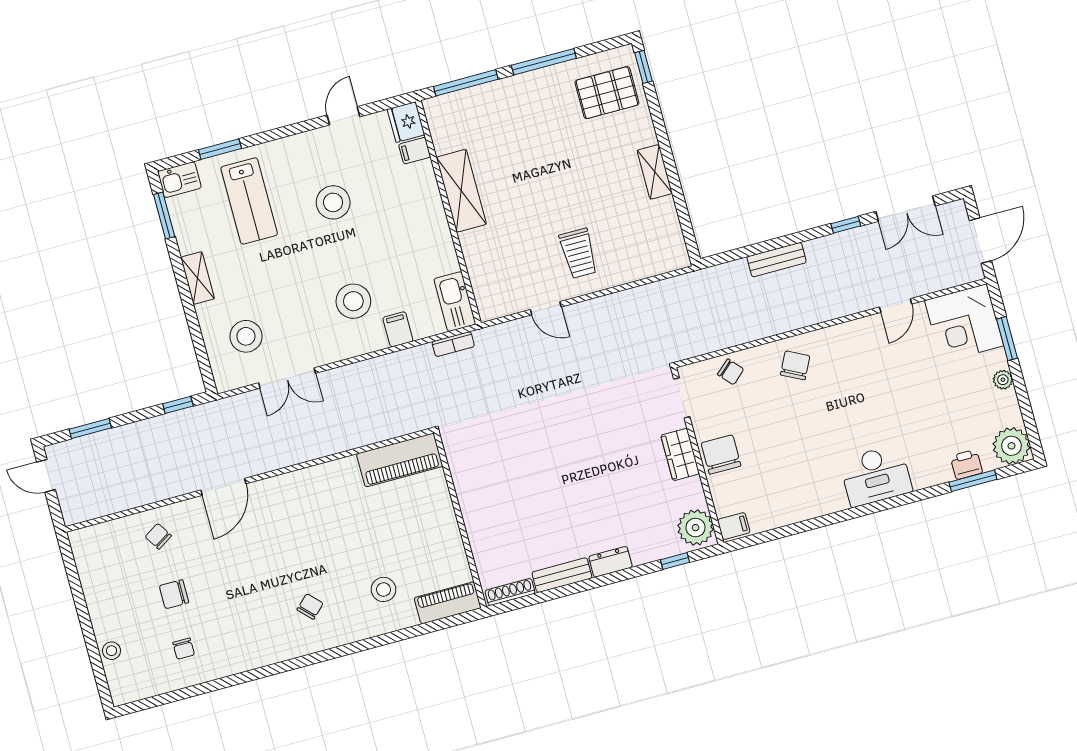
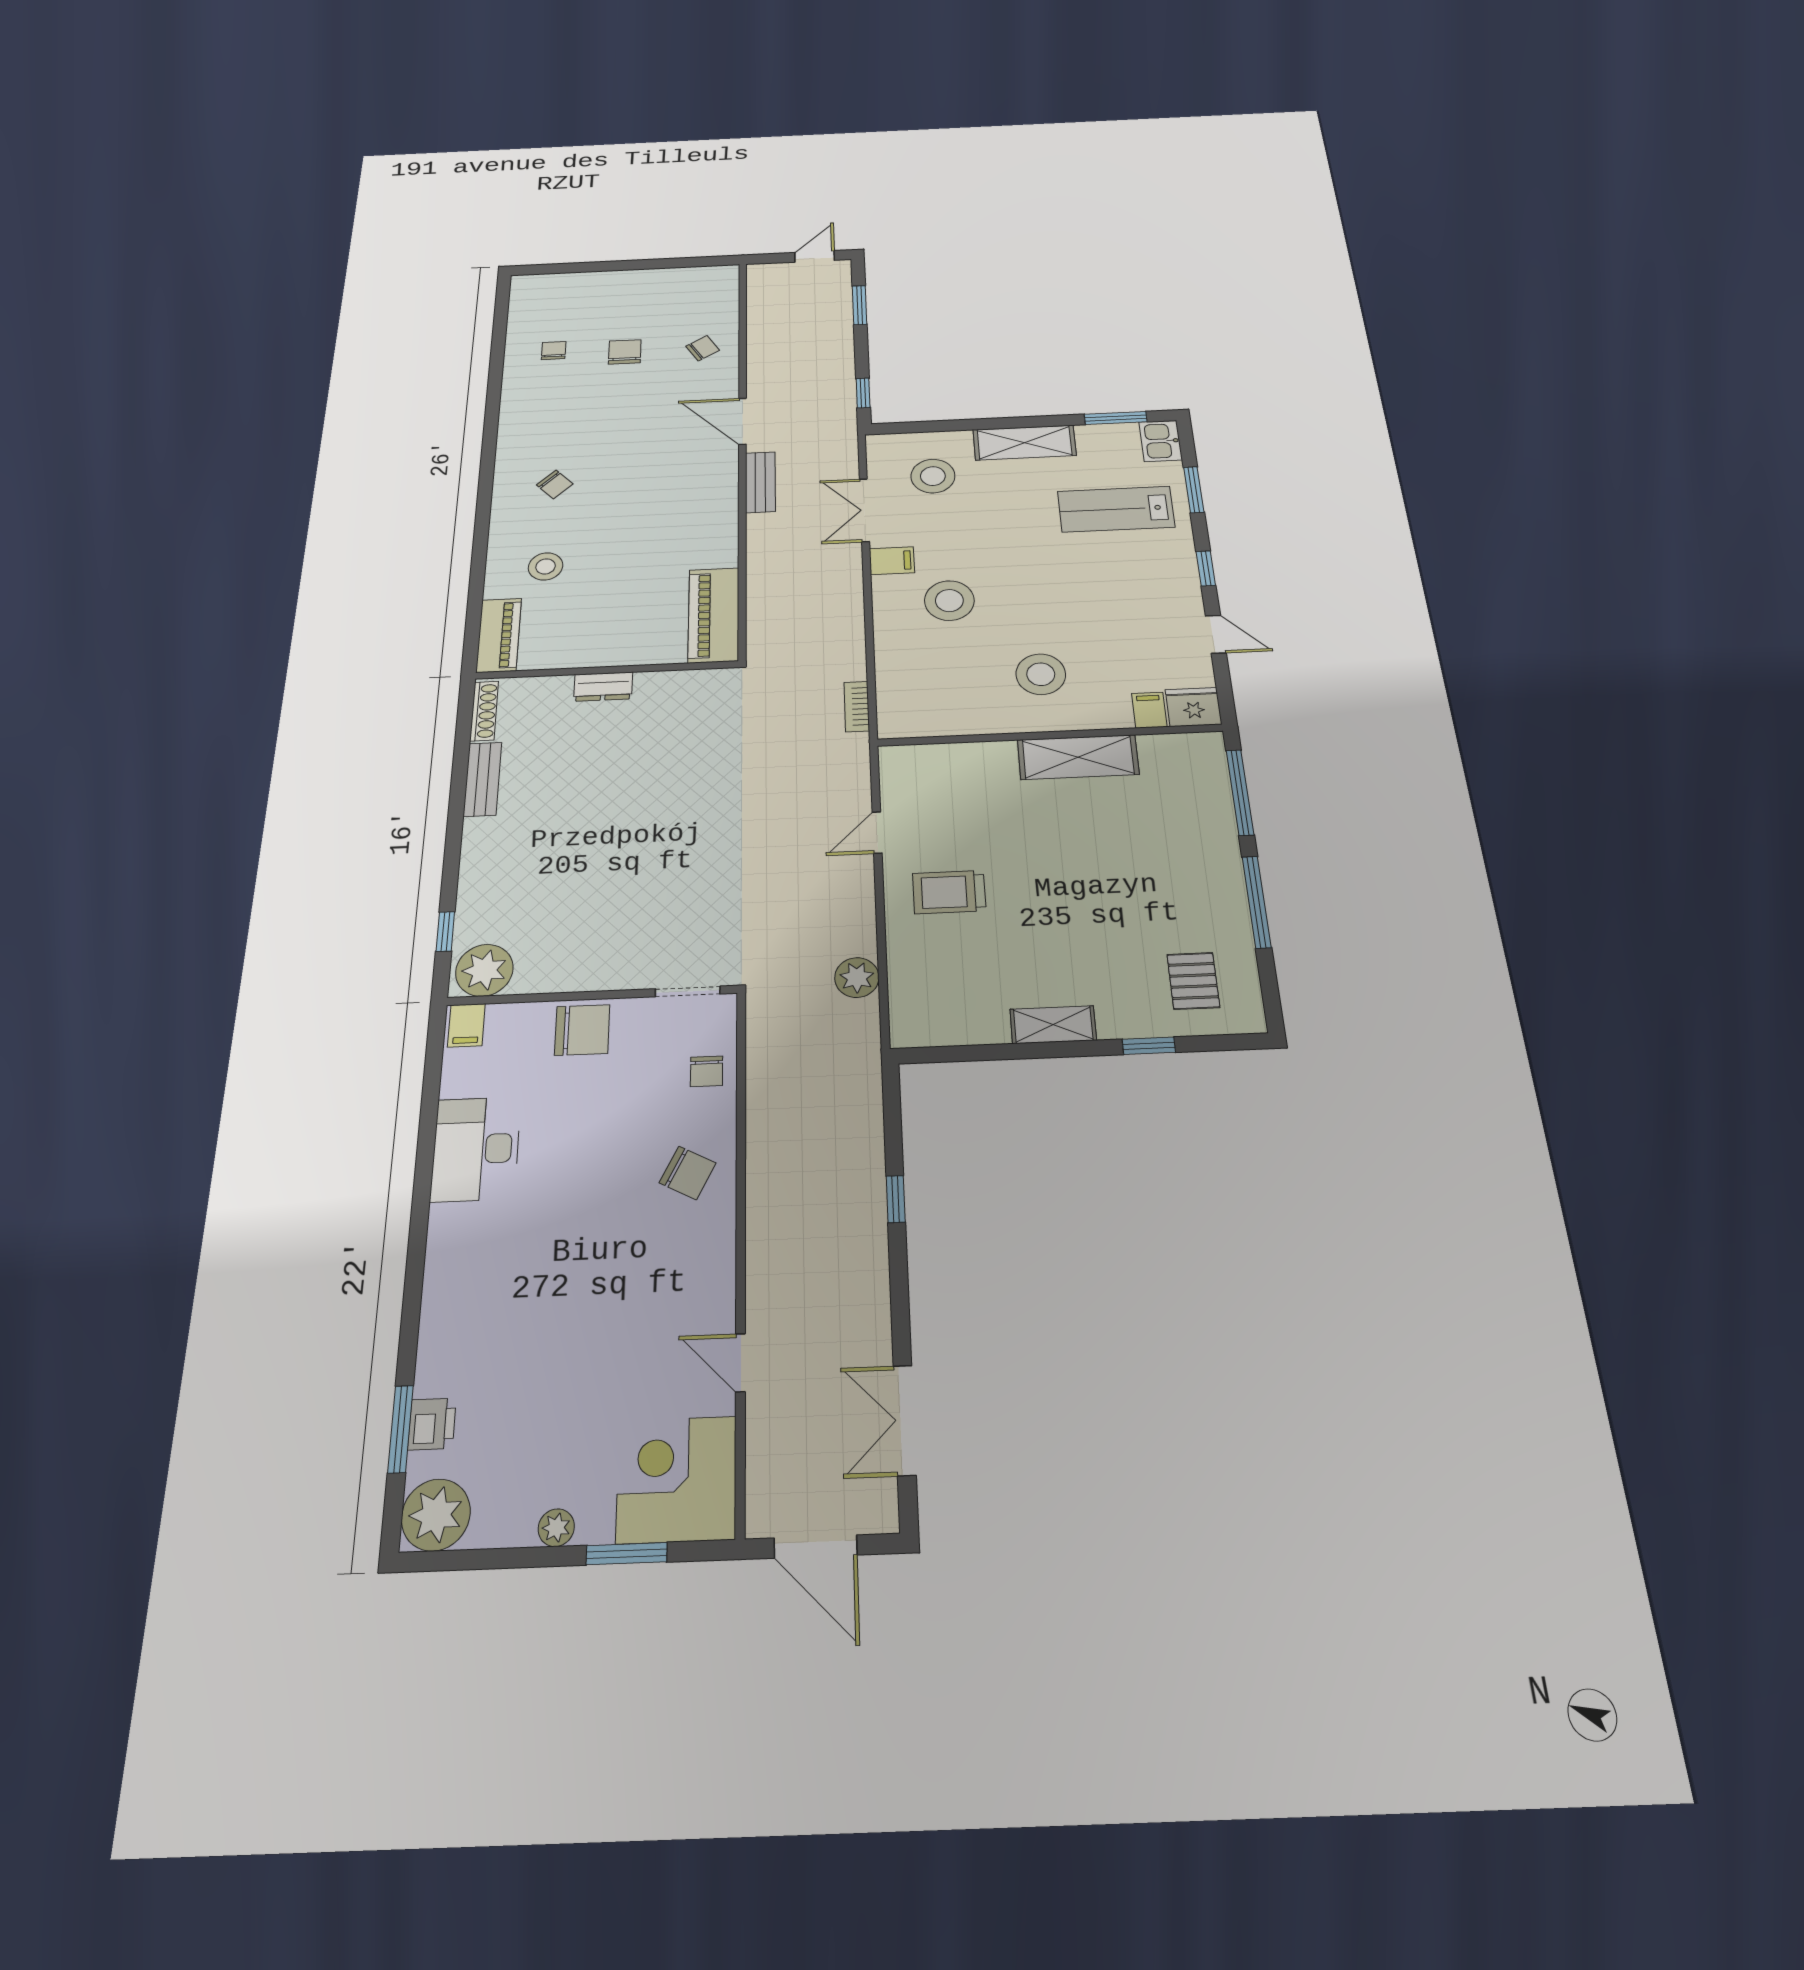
window: (643, 67) -> (1149, 1046), moved
pallet: (607, 93) -> (1193, 981), width x0.67, depth x0.71
window: (289, 131) -> (1206, 568), added
stool: (333, 202) -> (1041, 674), moved
window: (846, 225) -> (896, 1199), moved
bench: (777, 260) -> (760, 482), moved
shelving: (198, 278) -> (1024, 443), width x1.50, depth x1.33
plant: (650, 297) -> (857, 978), added
kitchen sink: (455, 302) -> (917, 720), removed
filing cabinet: (398, 329) -> (892, 561), moved
chair: (731, 372) -> (707, 1071), turned -48
wardrobe: (680, 454) -> (602, 971), removed
desk: (876, 476) -> (476, 1149), moved
dresser: (610, 562) -> (603, 687), moved, turned 90
chair: (184, 649) -> (554, 351), turned 90
stool: (112, 651) -> (579, 284), removed

